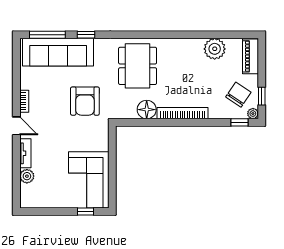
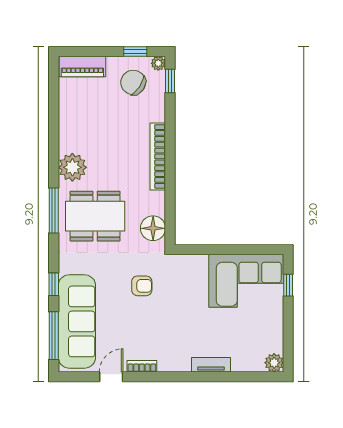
window: (142, 35) -> (54, 210), added
plant: (215, 49) -> (72, 167), moved
armchair: (85, 101) -> (142, 286), width x0.53, depth x0.53
floor lamp: (147, 110) -> (153, 228), moved
door: (16, 126) -> (111, 377), moved
plant: (27, 176) -> (274, 363), moved

